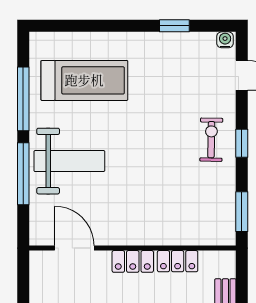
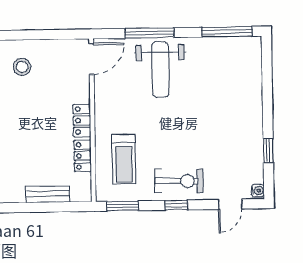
treadmill: (84, 80) -> (124, 159), moved, width x0.73, depth x0.73
window: (23, 99) -> (227, 32), moved
exercise bike: (211, 140) -> (179, 181), width x1.38, depth x1.39
door: (74, 248) -> (91, 59), moved

